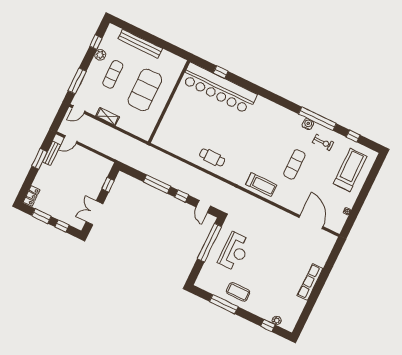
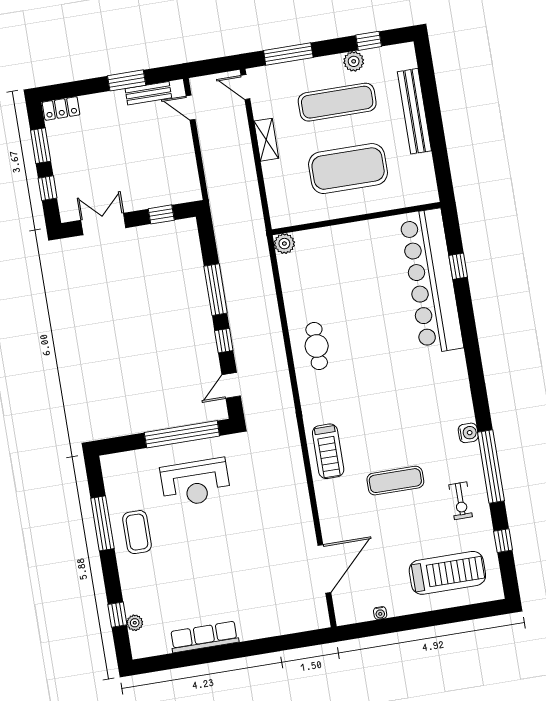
exercise mat: (113, 74) -> (337, 102), width x1.36, depth x1.45
water cooler: (308, 124) -> (468, 433), moved
plant: (158, 140) -> (284, 244), added
row of seats: (310, 282) -> (204, 637), moved

